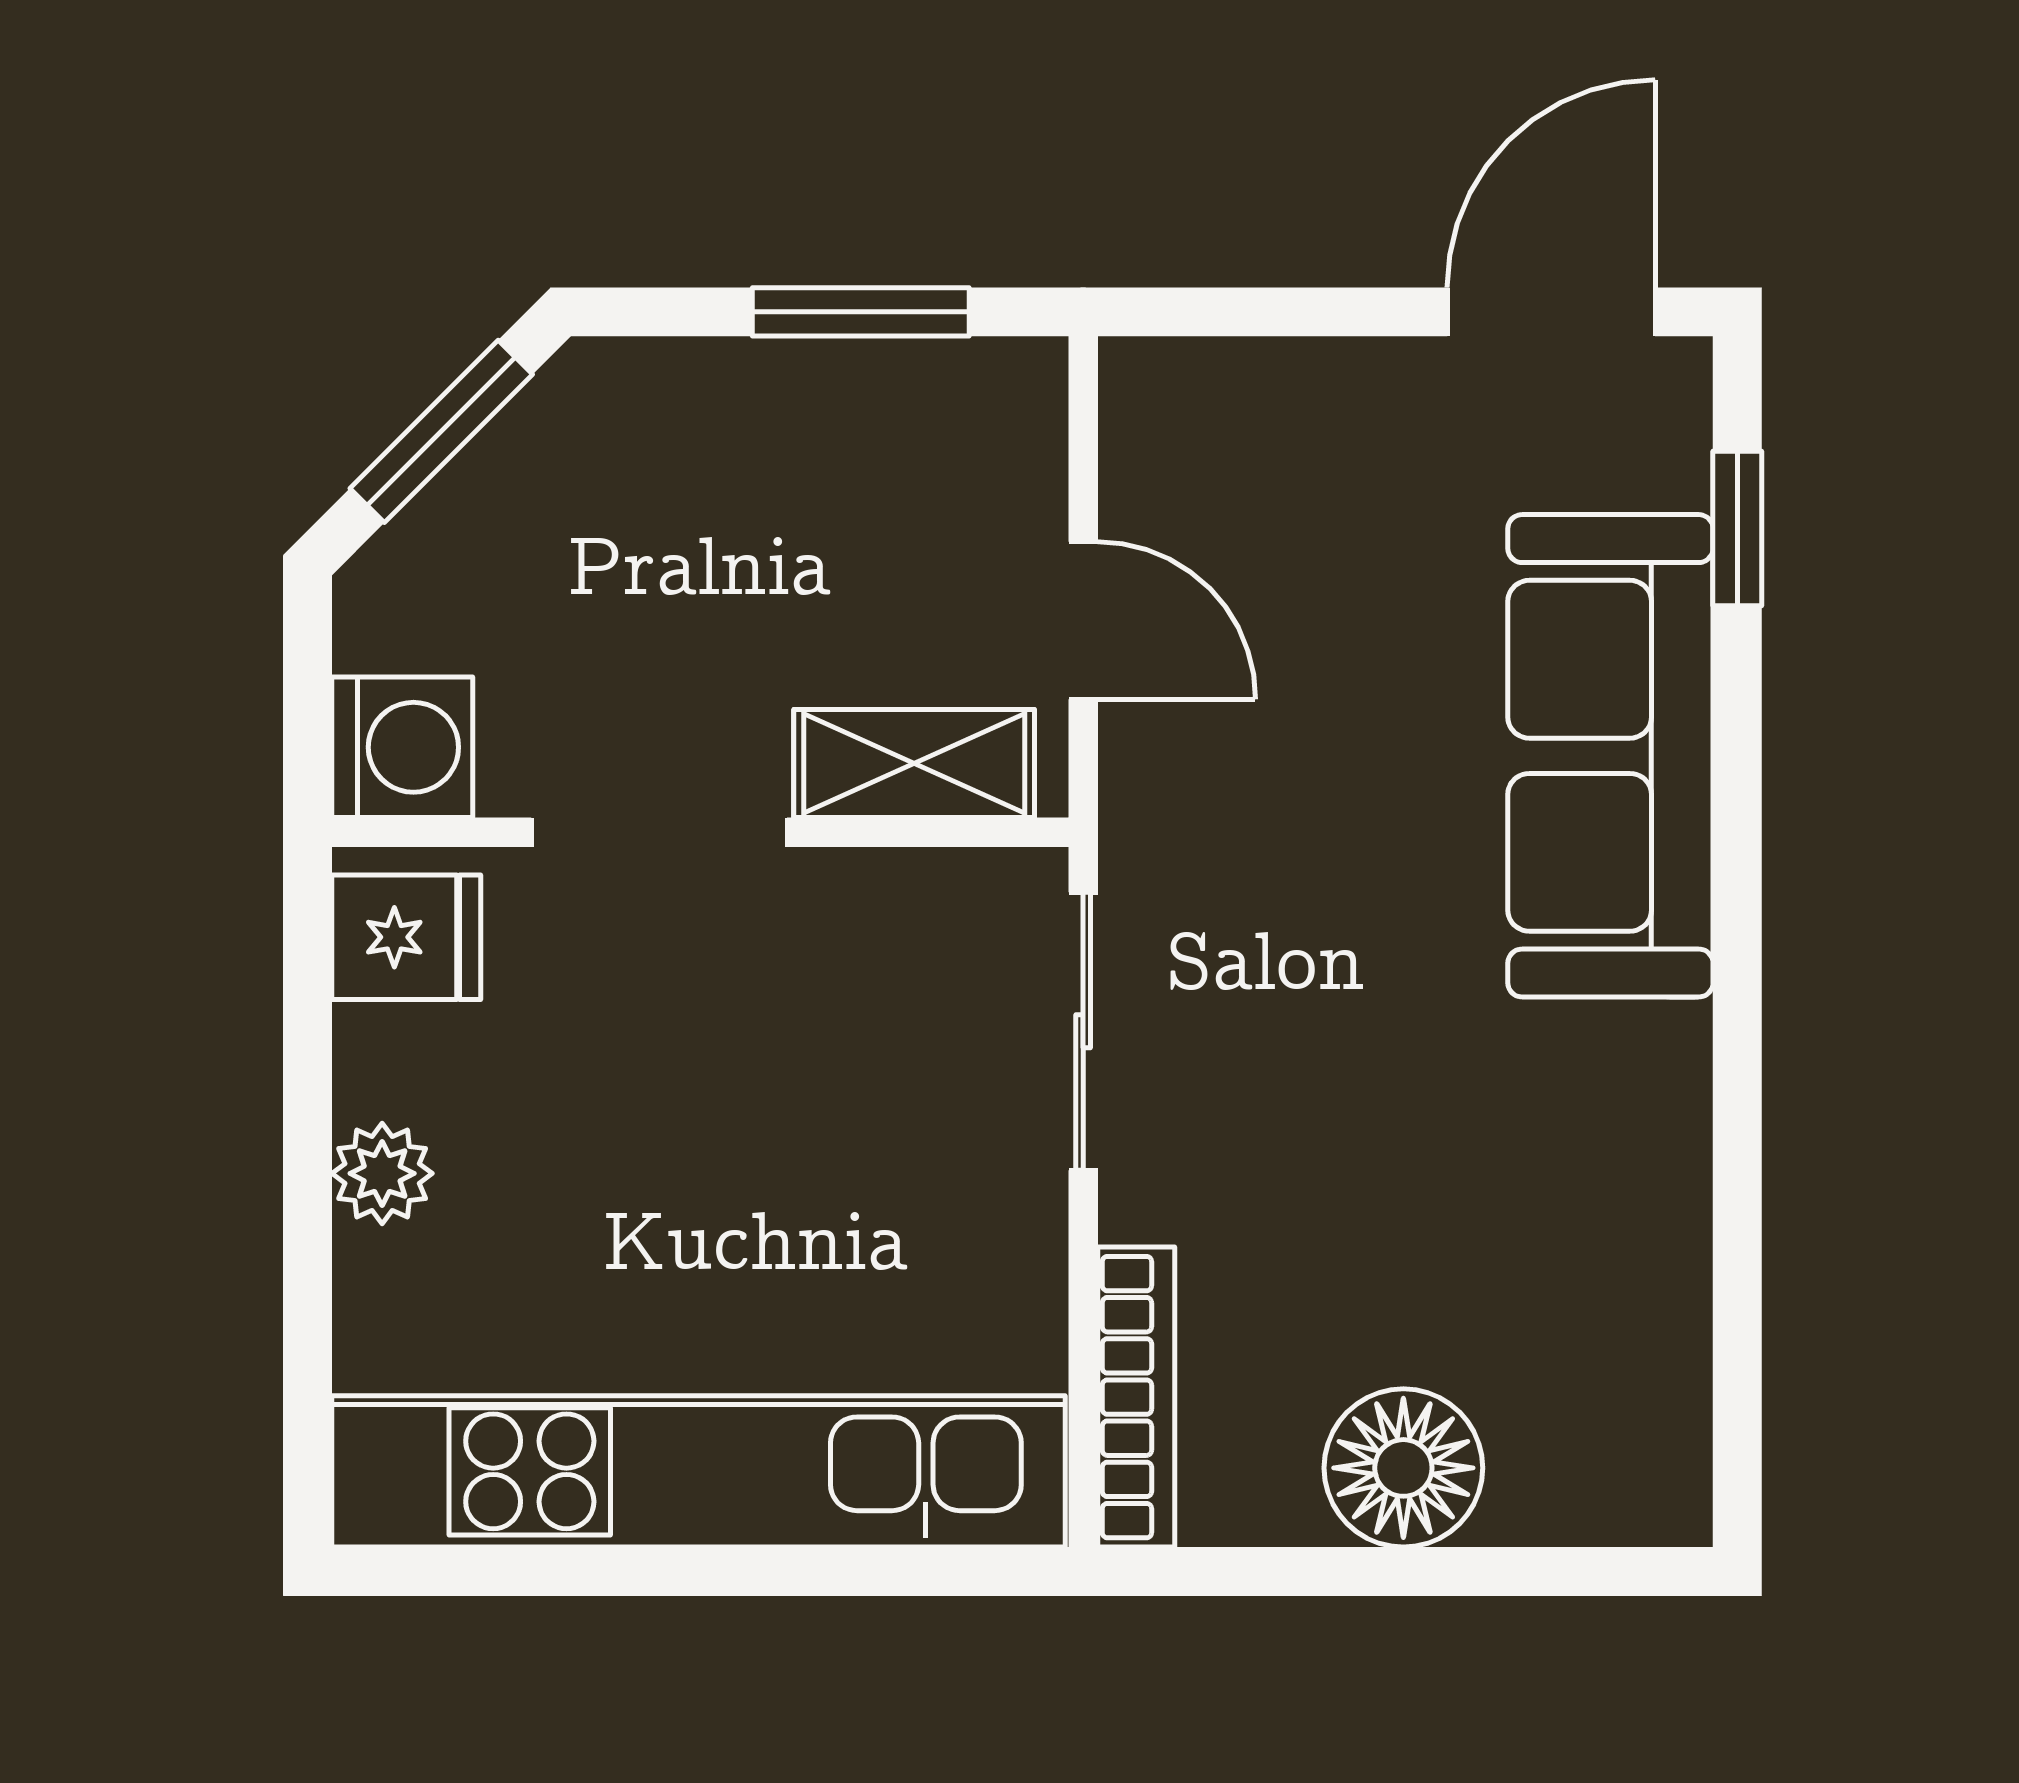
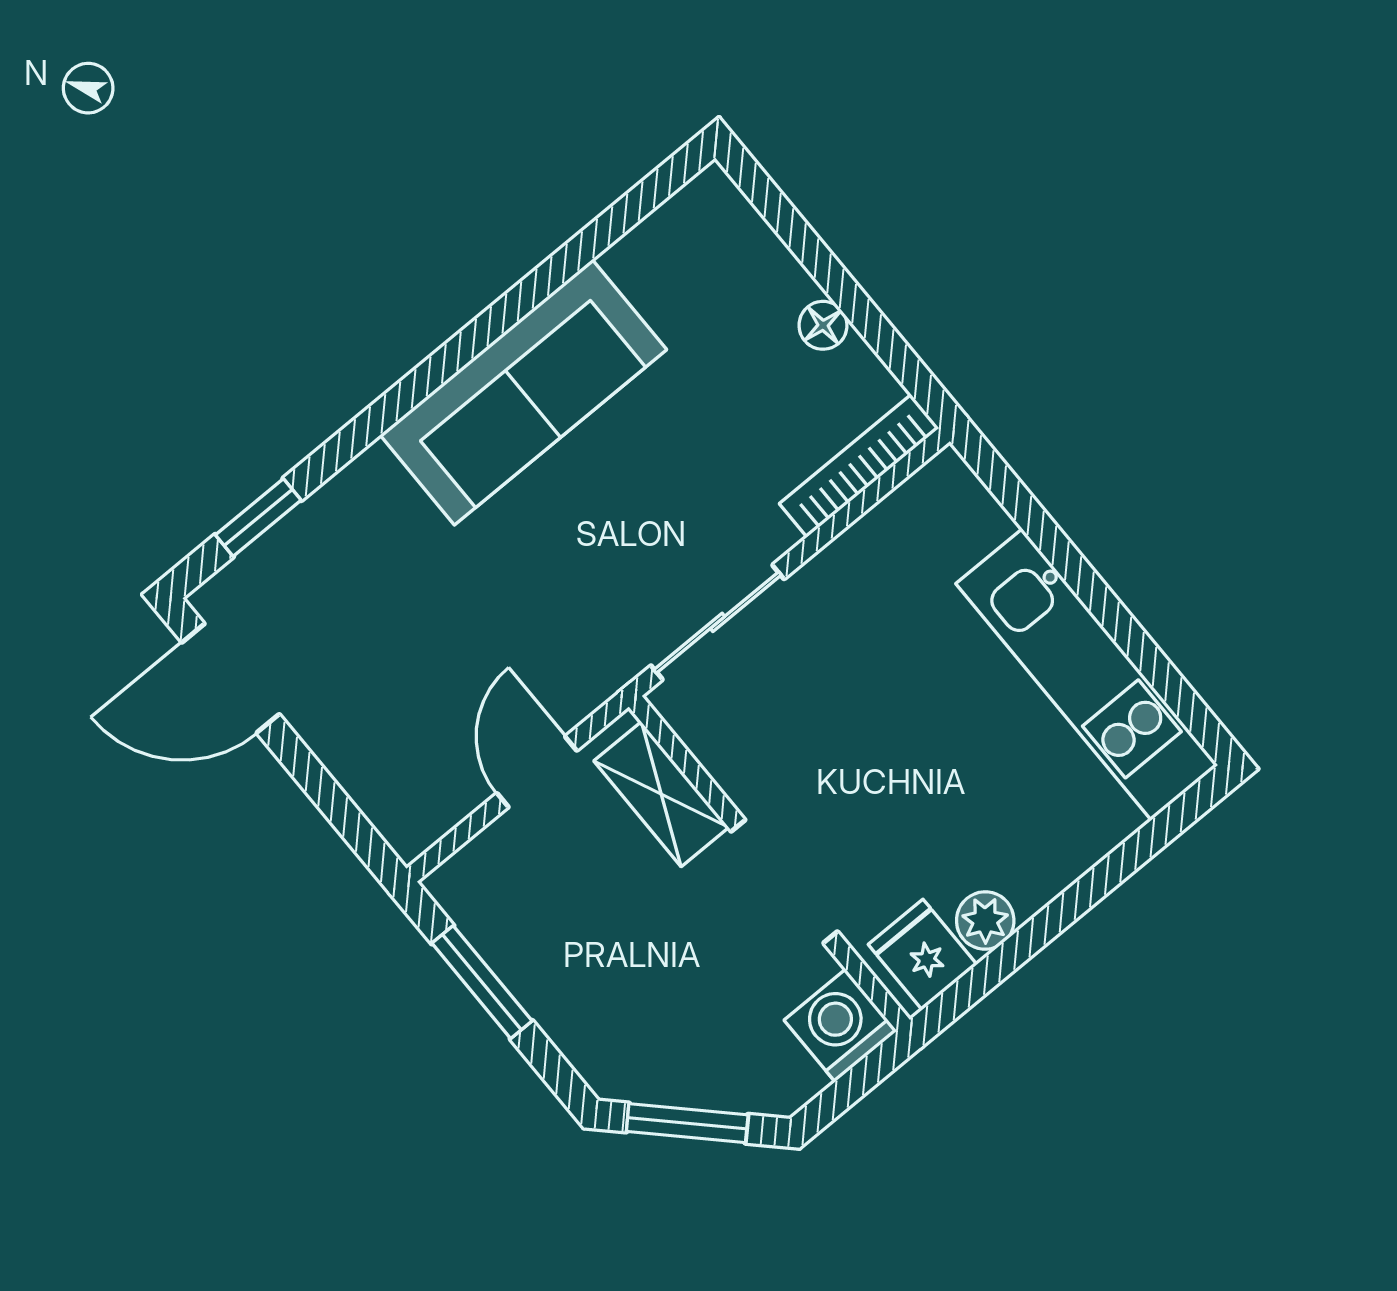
sofa: (1610, 756) -> (523, 392), moved
plant: (382, 1173) -> (985, 921), moved
floor lamp: (1403, 1468) -> (823, 325), width x0.53, depth x0.53
kitchen unit: (698, 1471) -> (1087, 674), width x0.73

